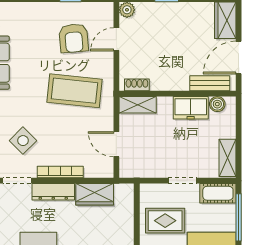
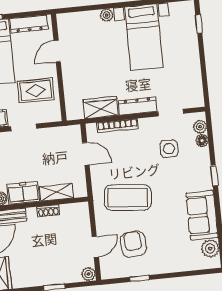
shoe rack: (137, 85) -> (48, 211), moved
shelving: (138, 105) -> (57, 192), moved
side table: (23, 141) -> (169, 149), turned 45
bookcase: (60, 172) -> (117, 126), moved

